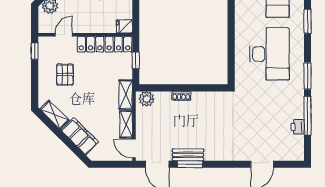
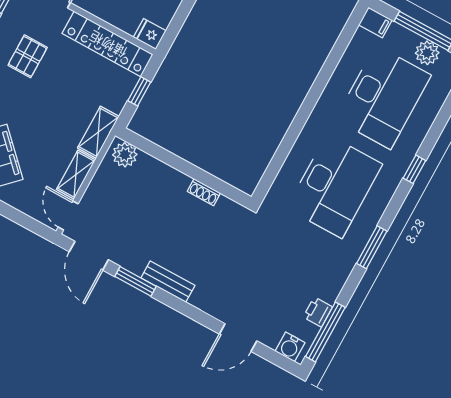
window: (308, 21) -> (414, 169), width x0.67
shoe rack: (181, 96) -> (204, 192), moved
window: (308, 116) -> (325, 332), moved
water cooler: (293, 154) -> (290, 347), added
bench: (188, 155) -> (168, 282), moved

